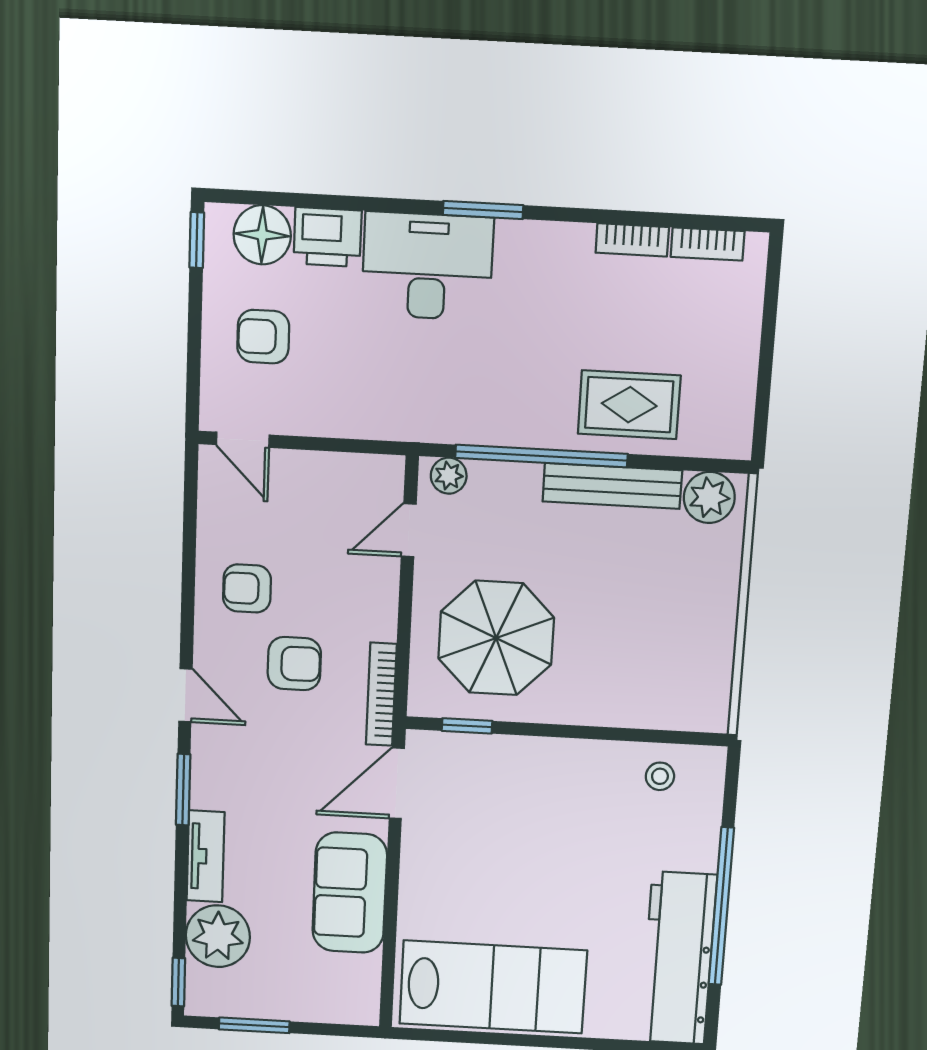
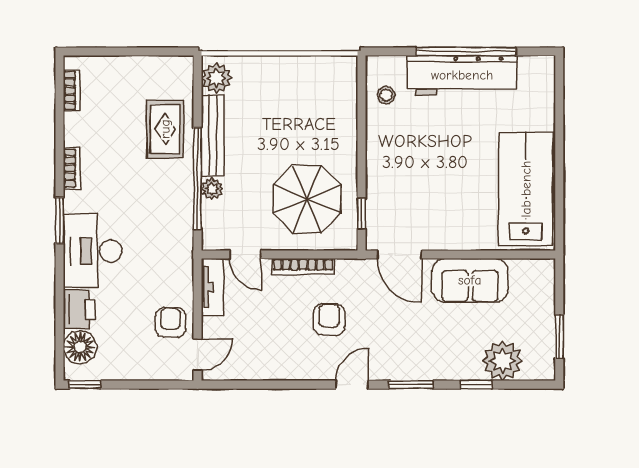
bookcase: (632, 240) -> (72, 168), moved
armchair: (263, 337) -> (171, 322), moved, turned 180
plant: (449, 476) -> (212, 189), moved
armchair: (247, 588) -> (285, 349), removed
bookcase: (381, 694) -> (303, 266), moved
tv unit: (206, 856) -> (212, 287), moved, turned 90
workbench: (678, 958) -> (462, 75), moved
window: (178, 982) -> (476, 385), moved

